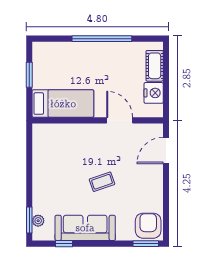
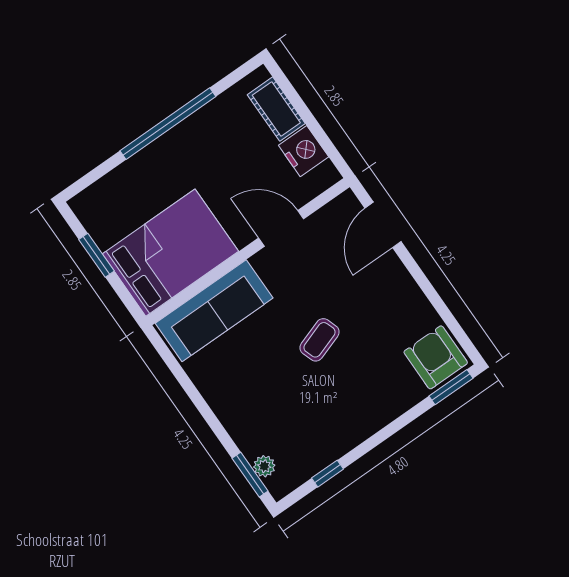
bed: (63, 104) -> (170, 253), width x1.50
sofa: (85, 228) -> (214, 311), moved, turned 180

